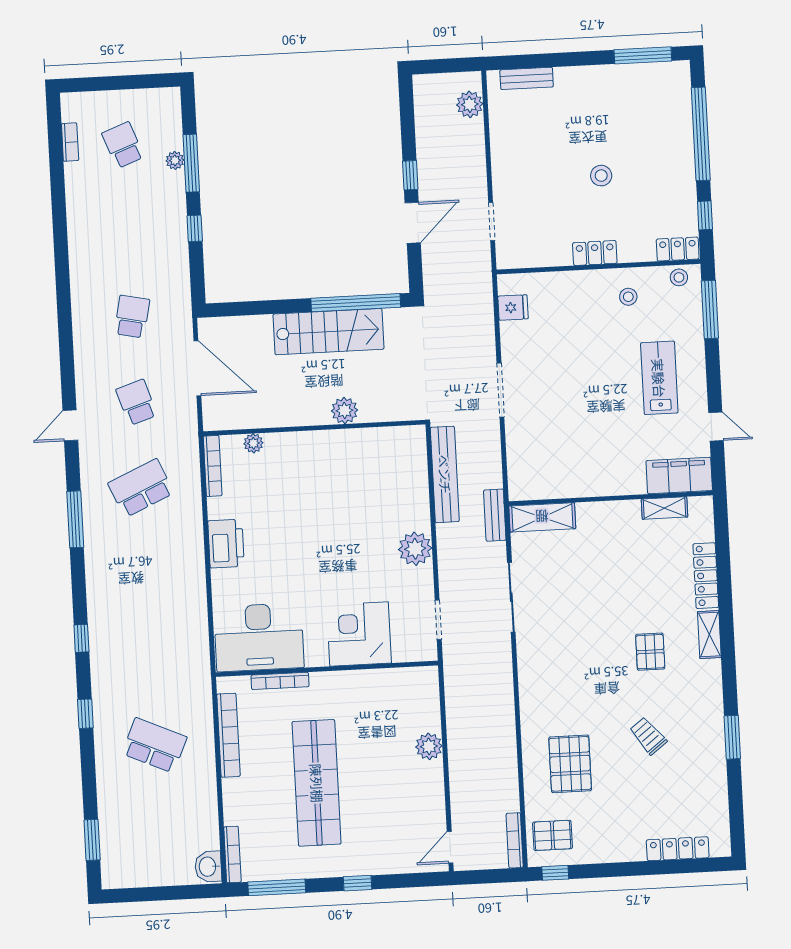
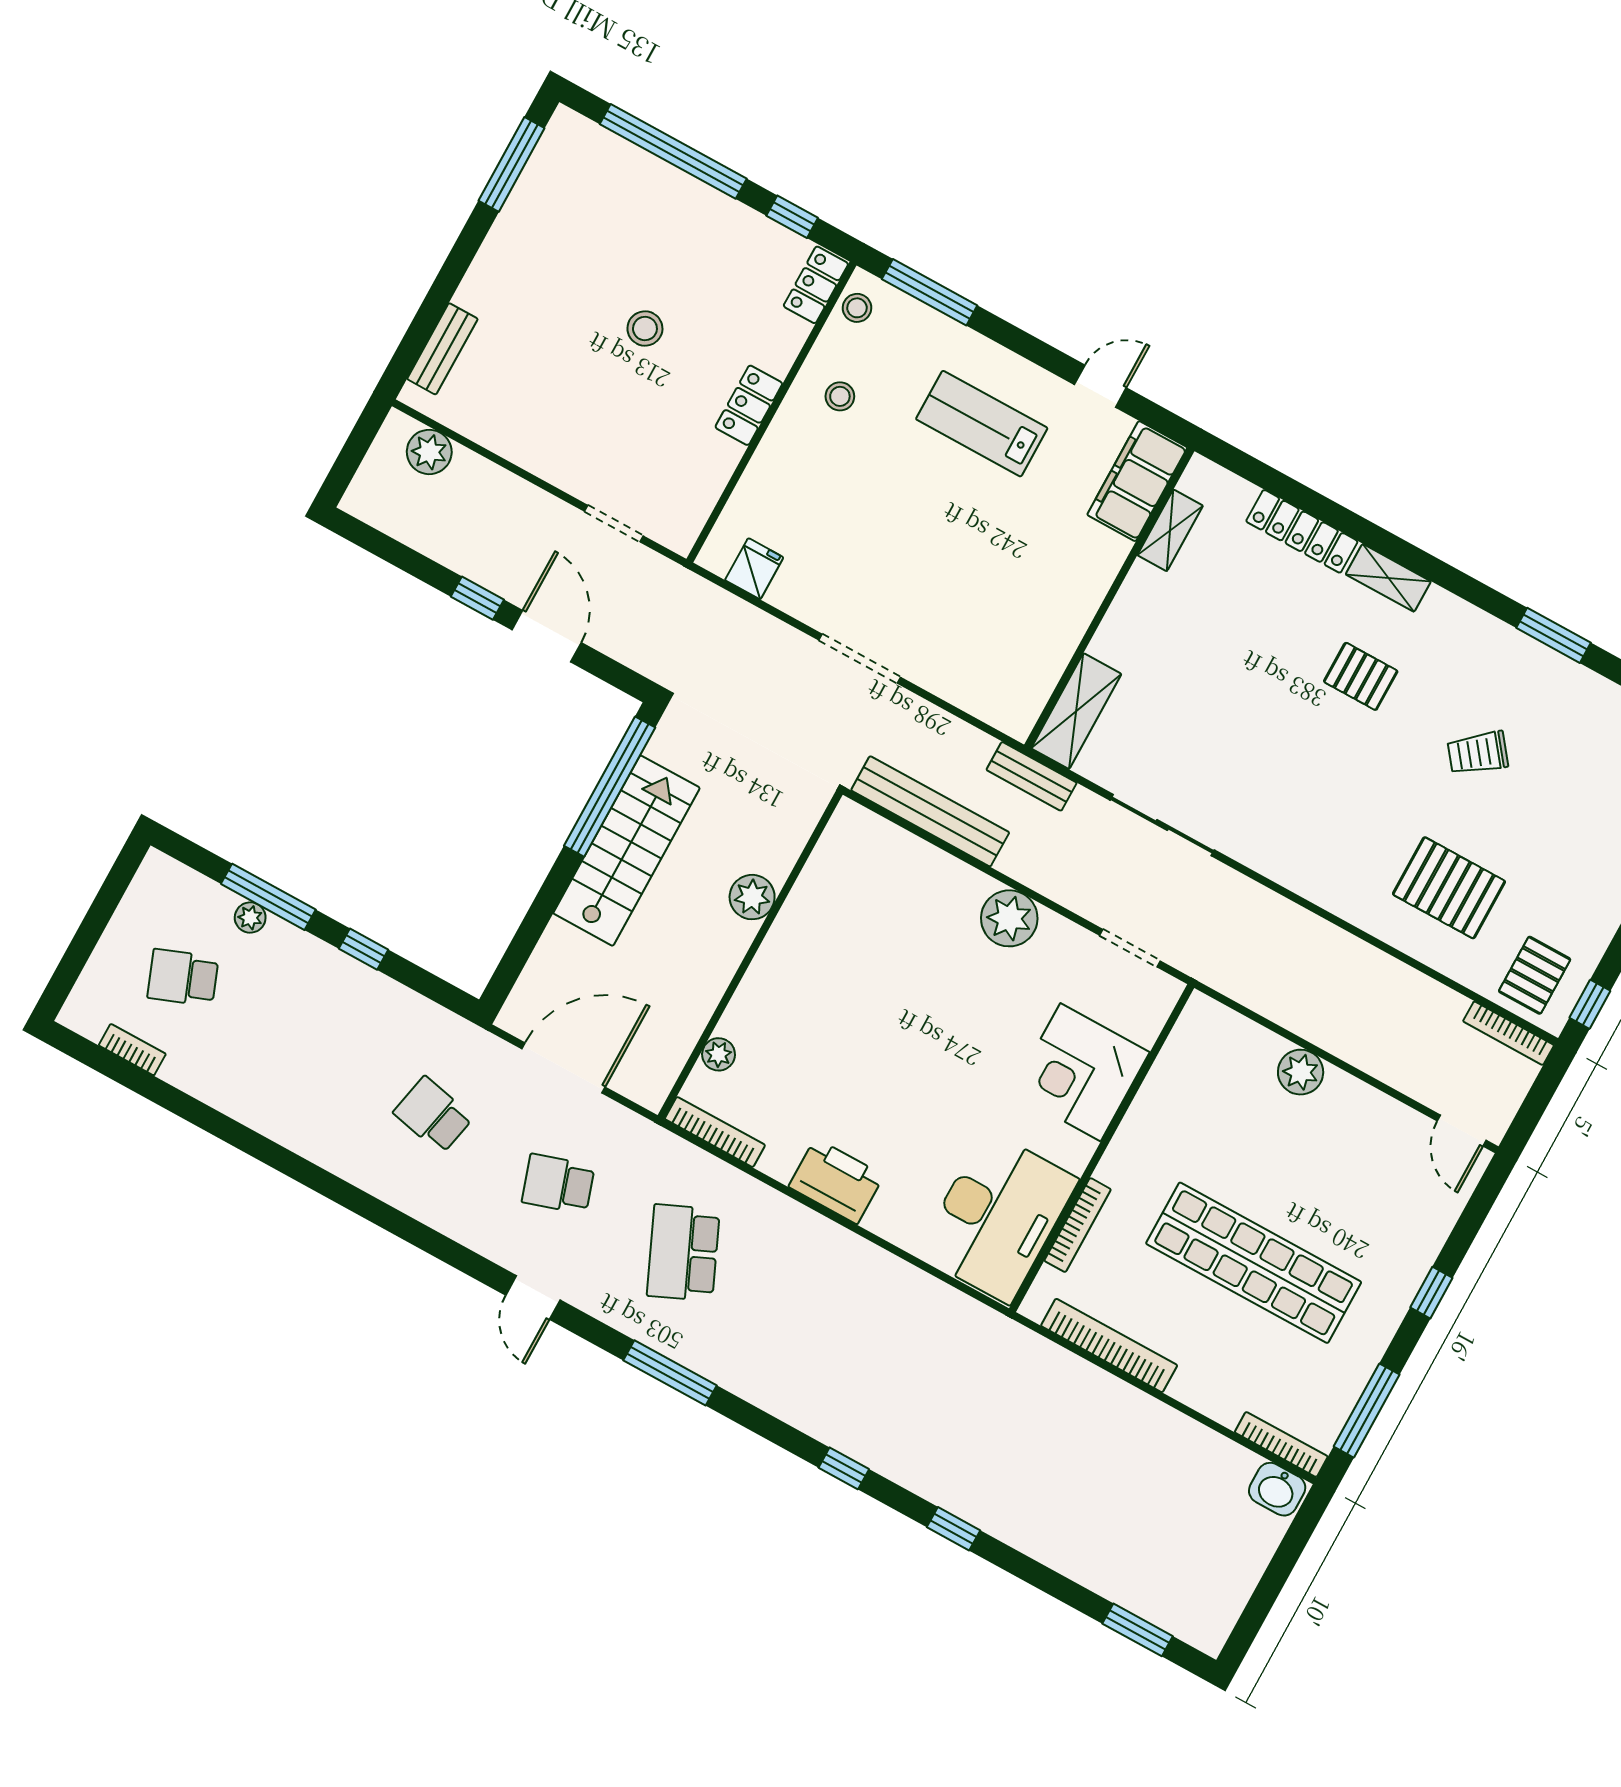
school desk: (154, 745) -> (1059, 1459), removed

